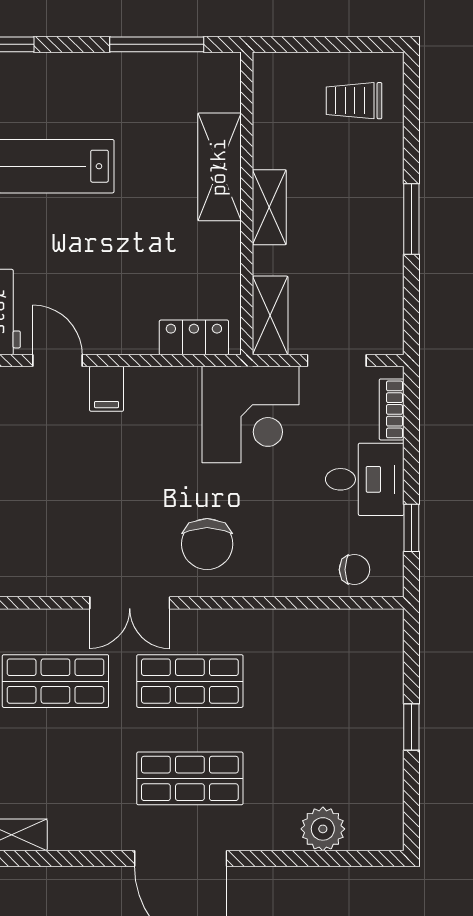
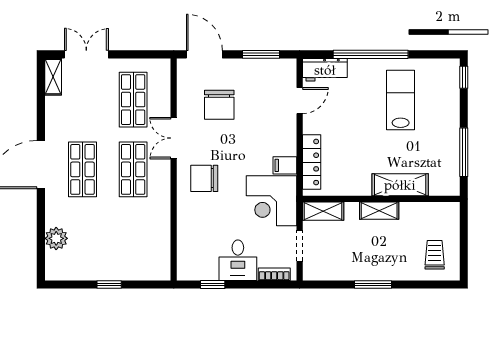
locker: (194, 337) -> (312, 162), width x1.53
filing cabinet: (107, 389) -> (285, 165), moved
chair: (355, 570) -> (219, 105), moved, width x1.87, depth x1.87

